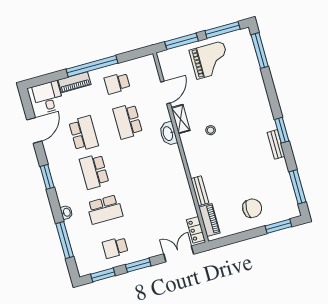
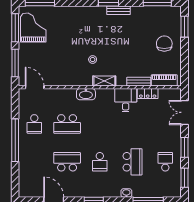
grand piano: (210, 60) -> (33, 27), moved
piano: (74, 82) -> (24, 158), removed
door: (165, 93) -> (35, 87), moved
desk: (48, 97) -> (126, 100), moved, turned 90
shelving: (181, 119) -> (104, 81), moved
school desk: (94, 171) -> (100, 162), width x0.54
locker: (196, 230) -> (148, 94), moved
school desk: (115, 247) -> (165, 162), turned 180

